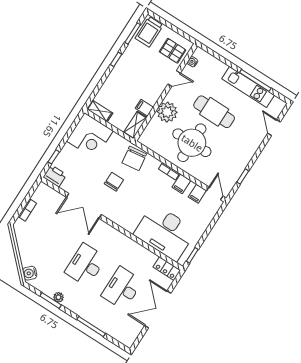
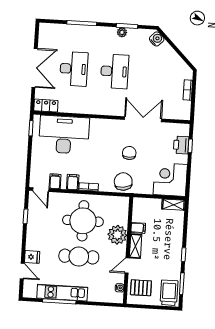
shelving: (135, 125) -> (136, 246), moved
fridge: (258, 135) -> (32, 257), added
printer: (55, 176) -> (181, 145), moved, turned 90
chair: (114, 182) -> (129, 153), turned 180

